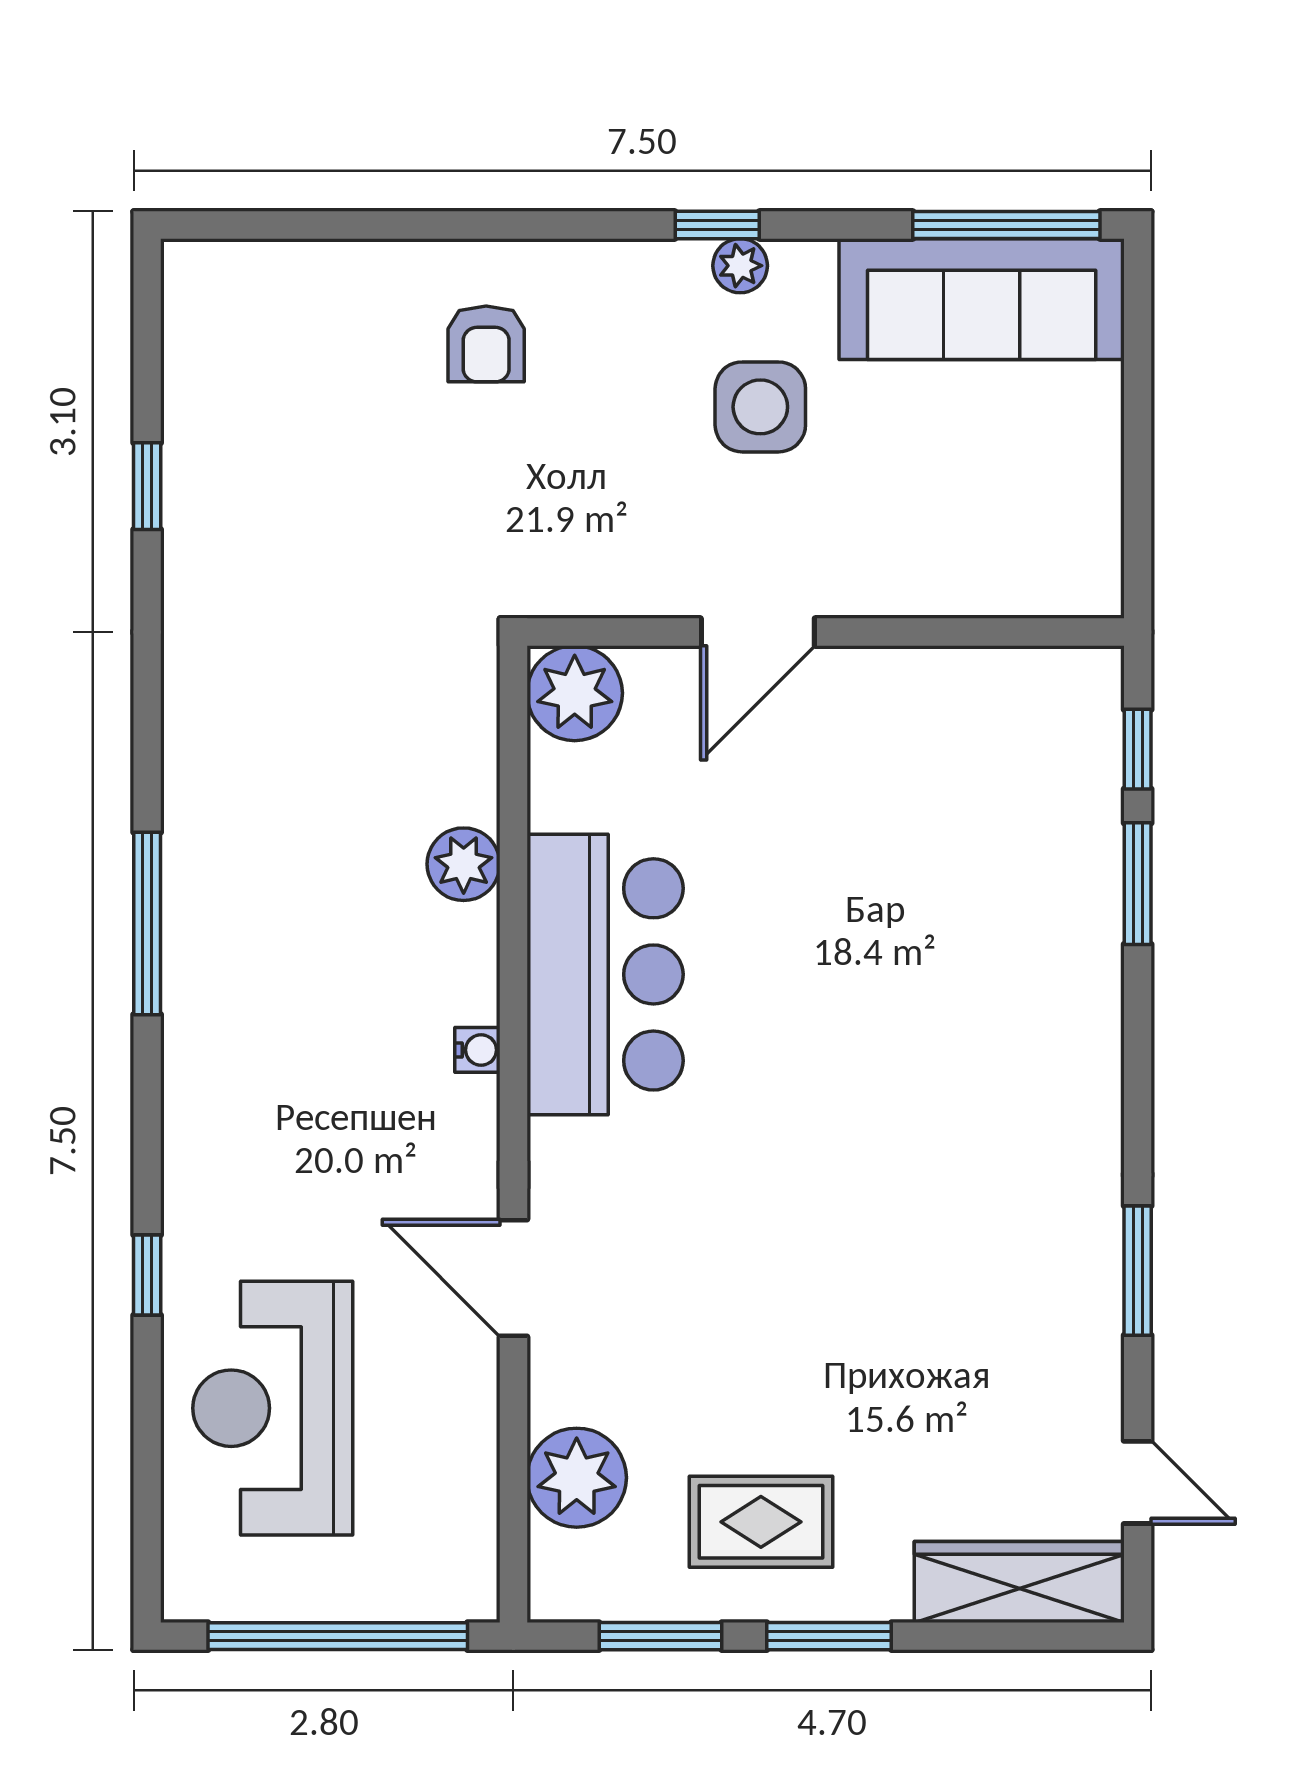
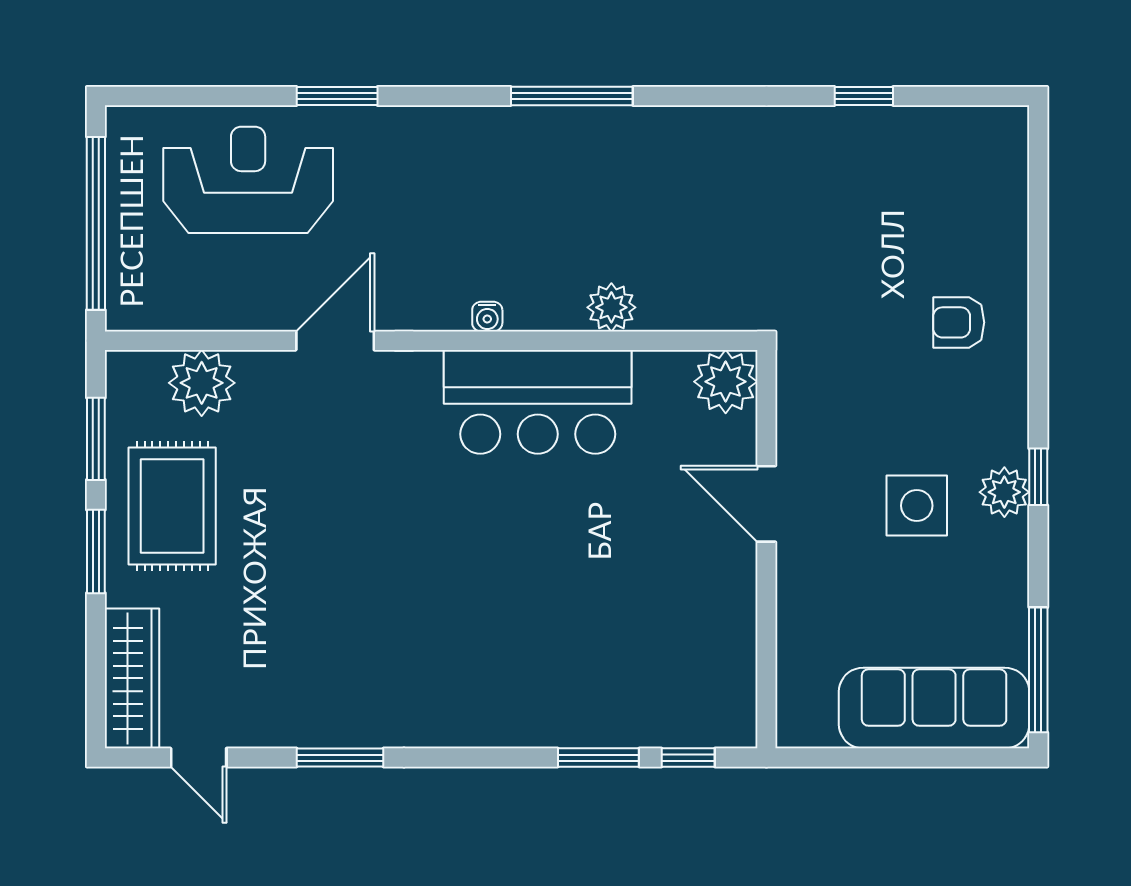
plant: (740, 266) -> (1004, 492), width x1.38, depth x1.38
sofa: (982, 299) -> (934, 708), moved, turned 90
window: (147, 1275) -> (337, 96), width x1.50
door: (1138, 1482) -> (199, 758), hinge flipped
rug: (761, 1522) -> (172, 506), width x1.36, depth x1.43

